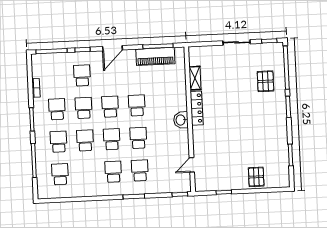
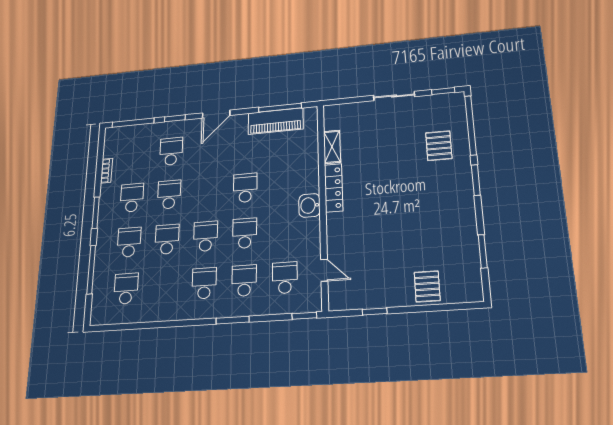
school desk: (110, 107) -> (285, 278), moved
door: (192, 165) -> (324, 270), swing flipped

